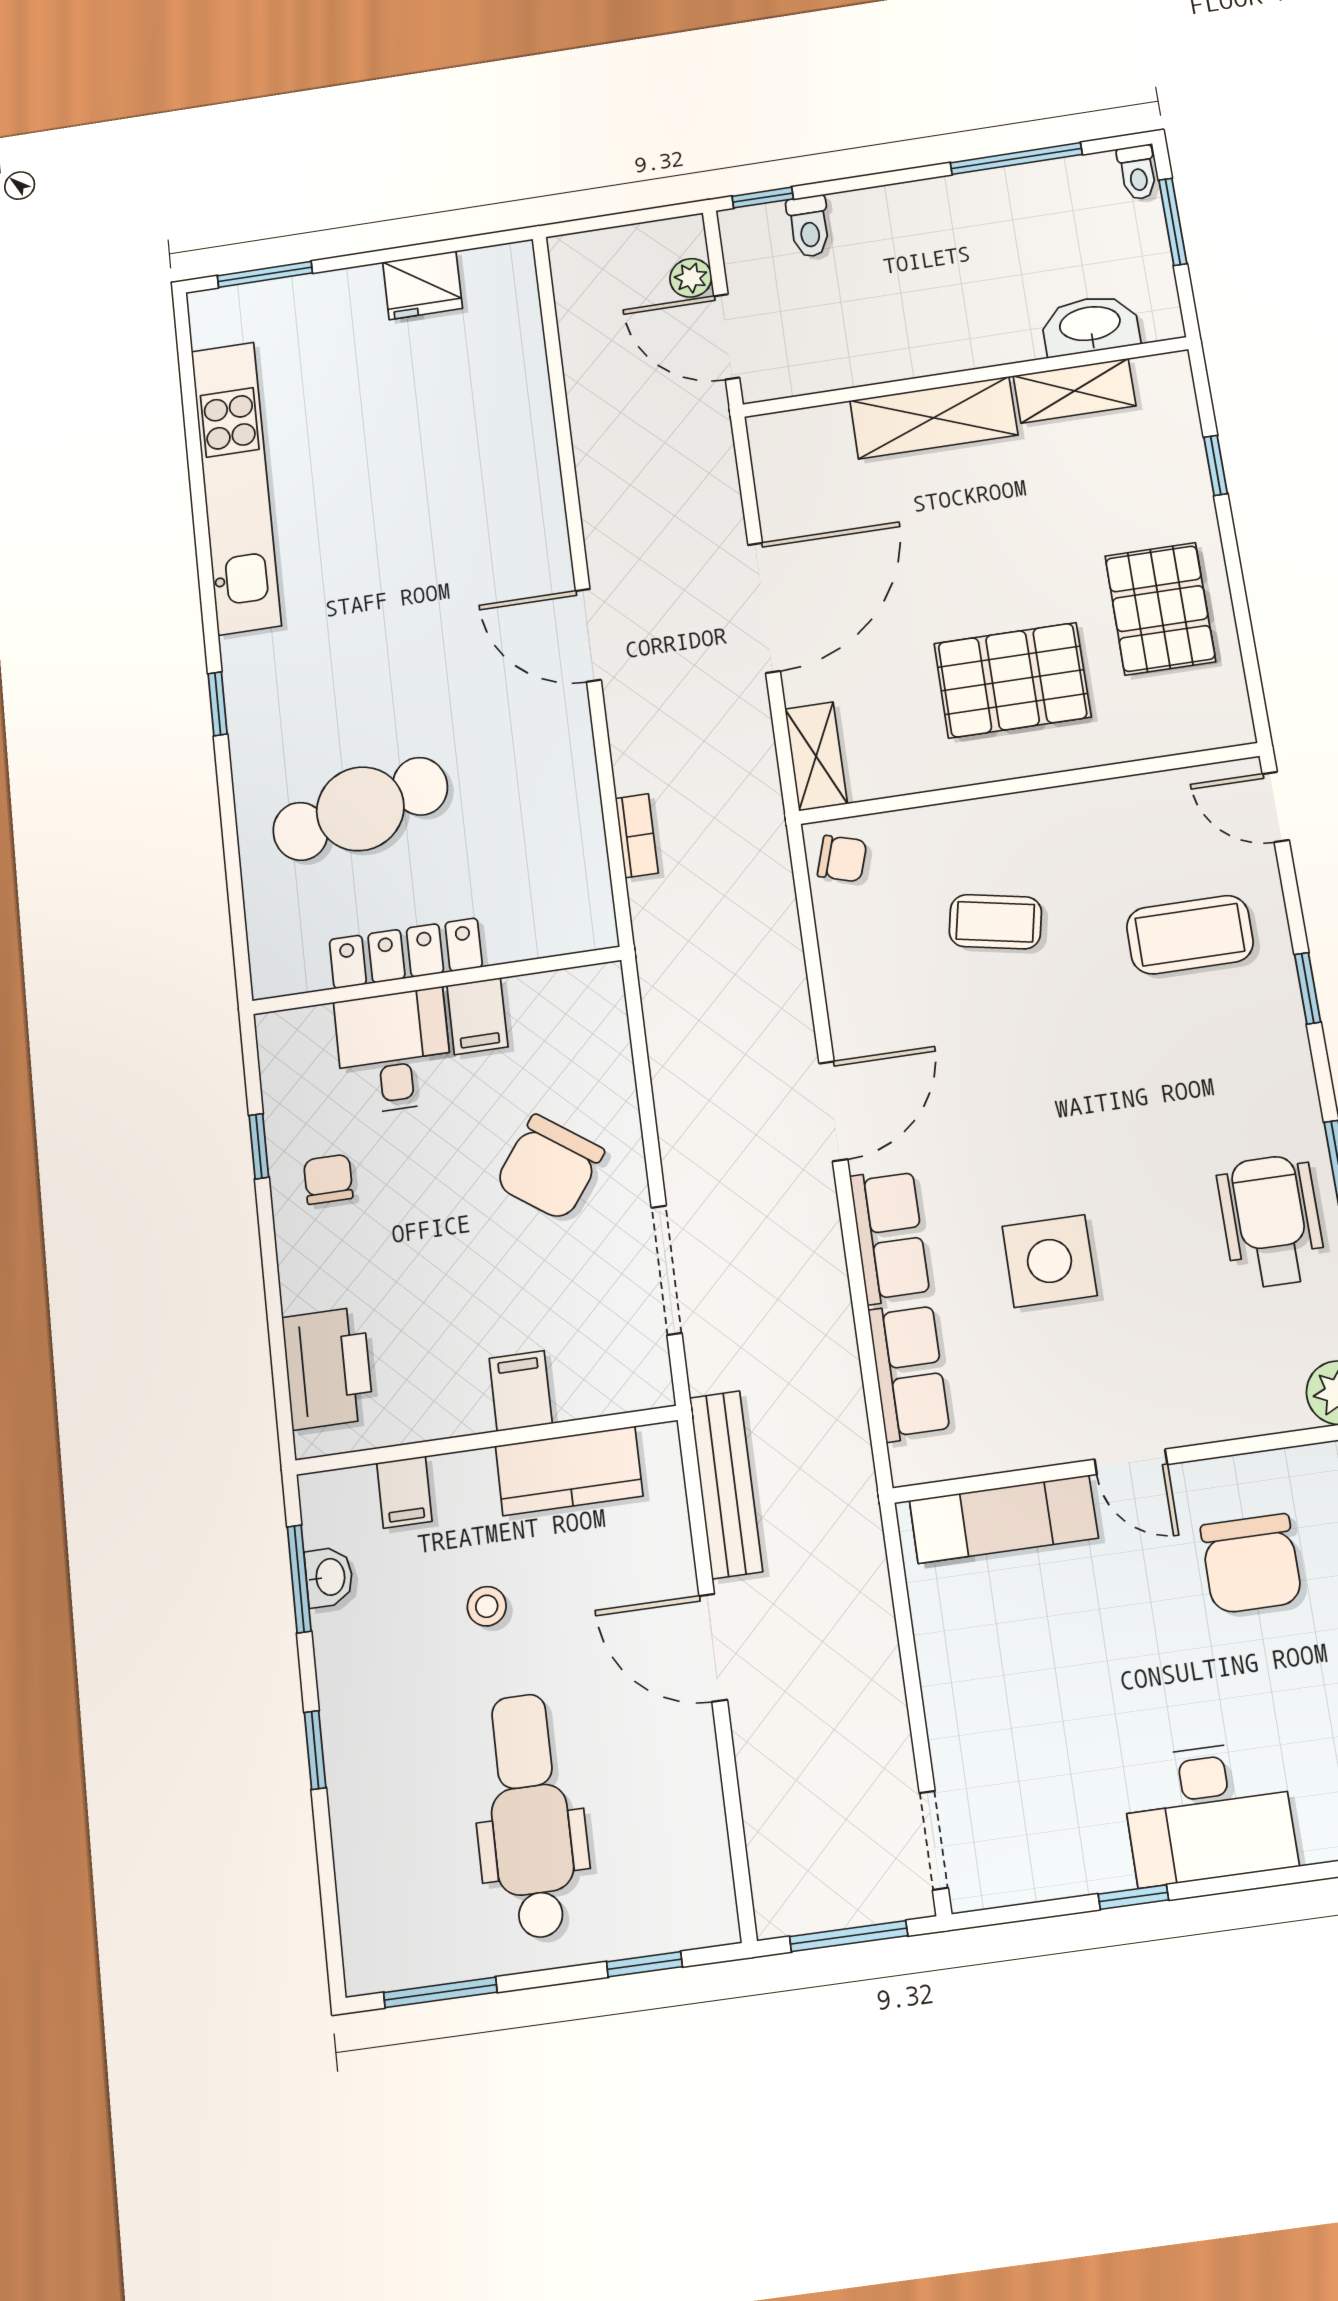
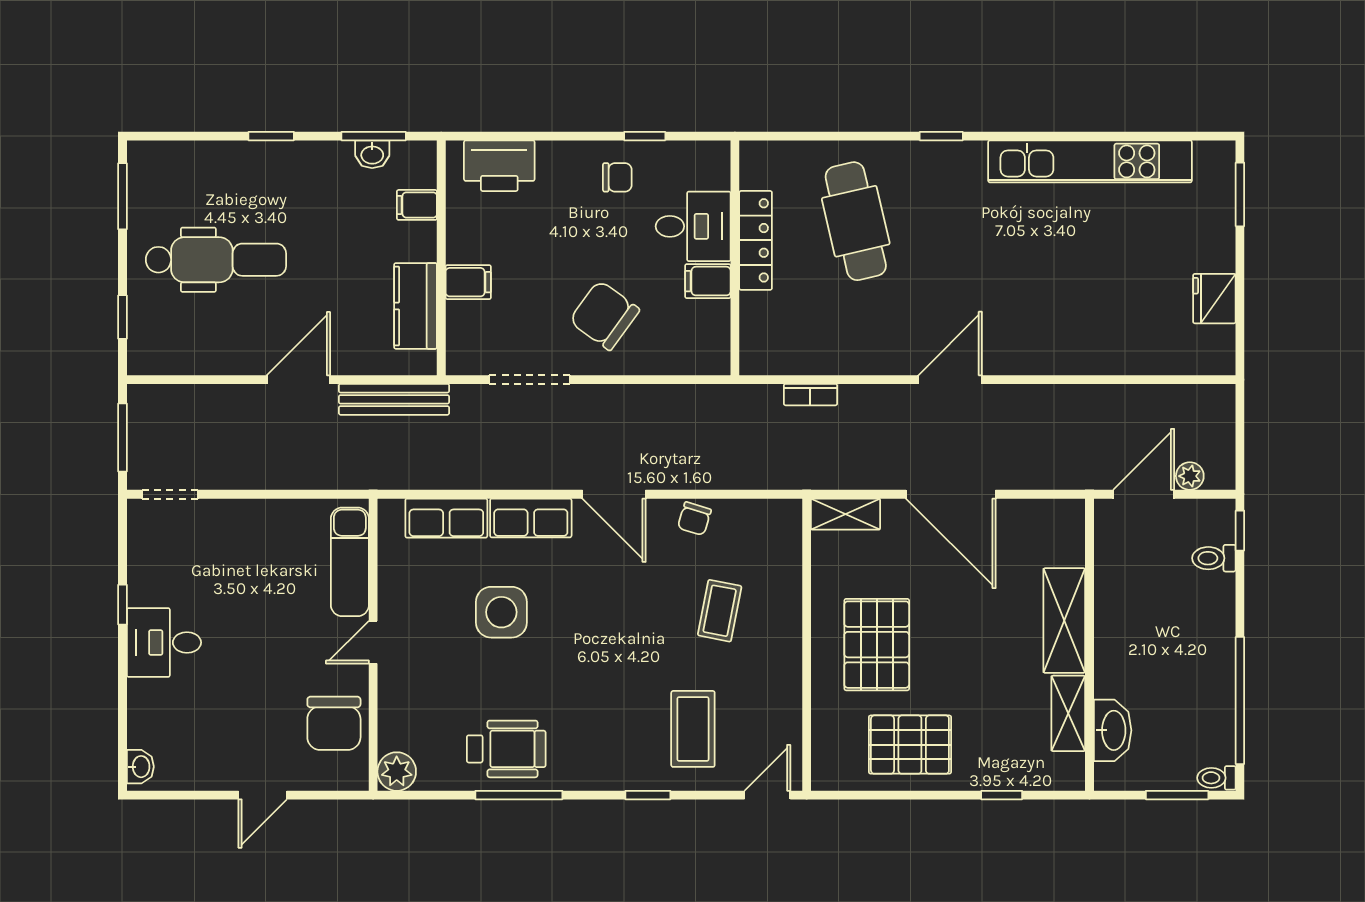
window: (1016, 159) -> (1240, 700), width x1.46
chair: (842, 859) -> (694, 519), moved
chair: (1251, 1564) -> (334, 723), moved, turned -90
stool: (487, 1606) -> (342, 247), removed
desk: (1209, 1813) -> (164, 642), width x0.73

